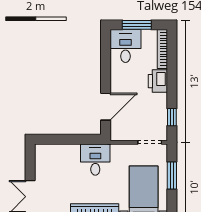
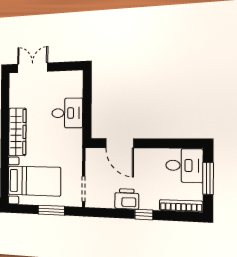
printer: (158, 81) -> (127, 199), moved
window: (172, 117) -> (144, 215), moved
desk: (95, 160) -> (67, 113), moved

